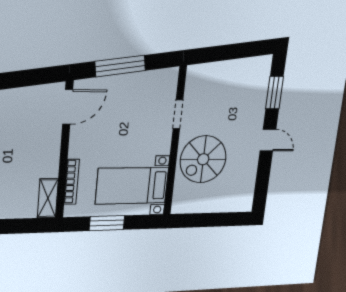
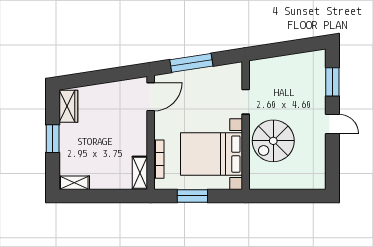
bed with nightstands: (132, 186) -> (211, 154), width x1.36

